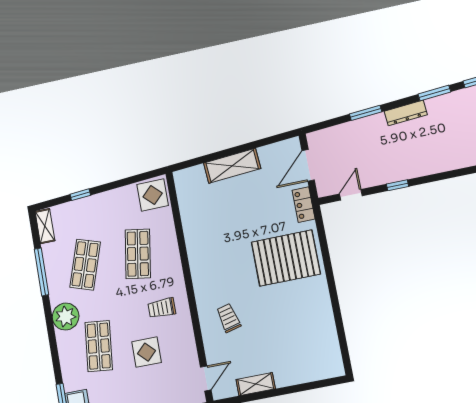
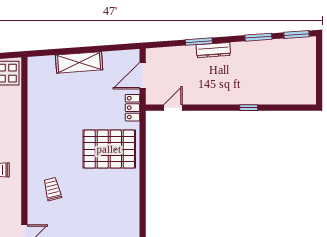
dresser: (406, 113) -> (213, 50), moved
window: (397, 185) -> (249, 108), moved

